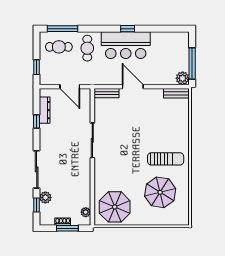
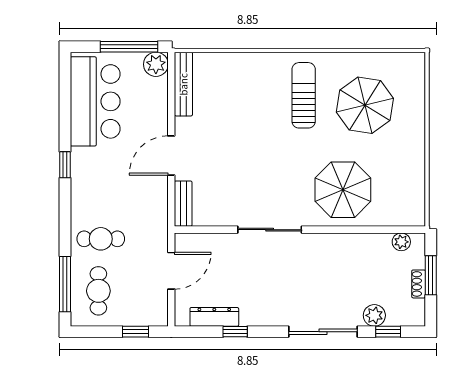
bar counter: (126, 45) -> (95, 101), moved
bench: (176, 93) -> (183, 84), width x1.36
parasol: (115, 207) -> (343, 190), moved

